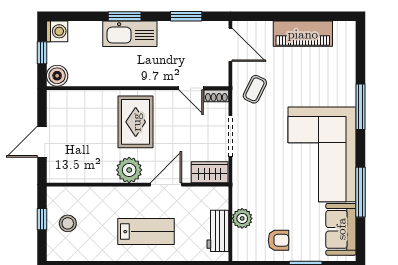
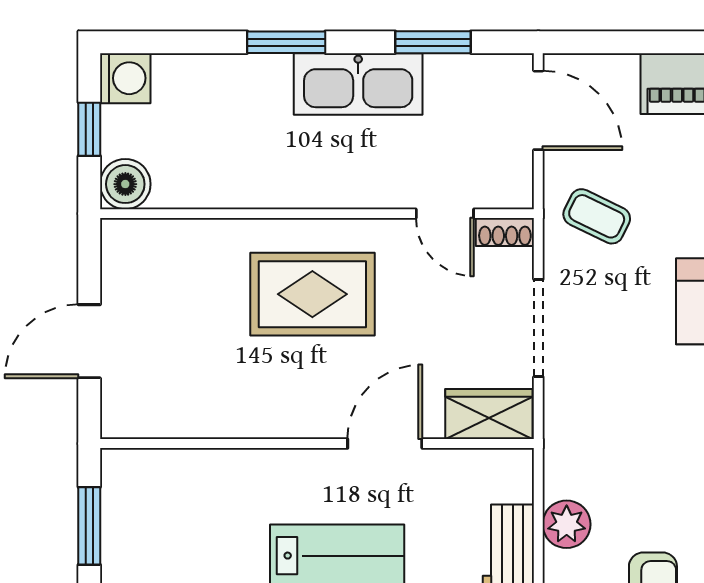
kitchen sink: (130, 34) -> (358, 84), moved
coffee table: (255, 89) -> (597, 216), turned 90
rug: (136, 122) -> (312, 294), turned 90
plant: (129, 170) -> (297, 409), removed
window: (42, 219) -> (89, 526), width x1.50
stool: (68, 223) -> (151, 536), removed

